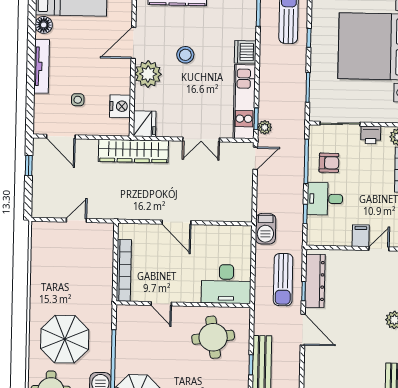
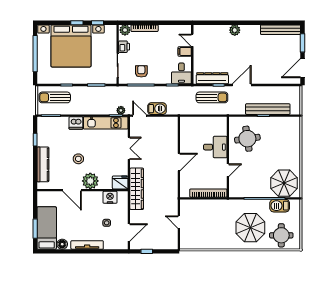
desk: (325, 199) -> (181, 73), moved
barbecue: (266, 229) -> (157, 109), moved
desk: (226, 284) -> (215, 147), moved, width x0.73

